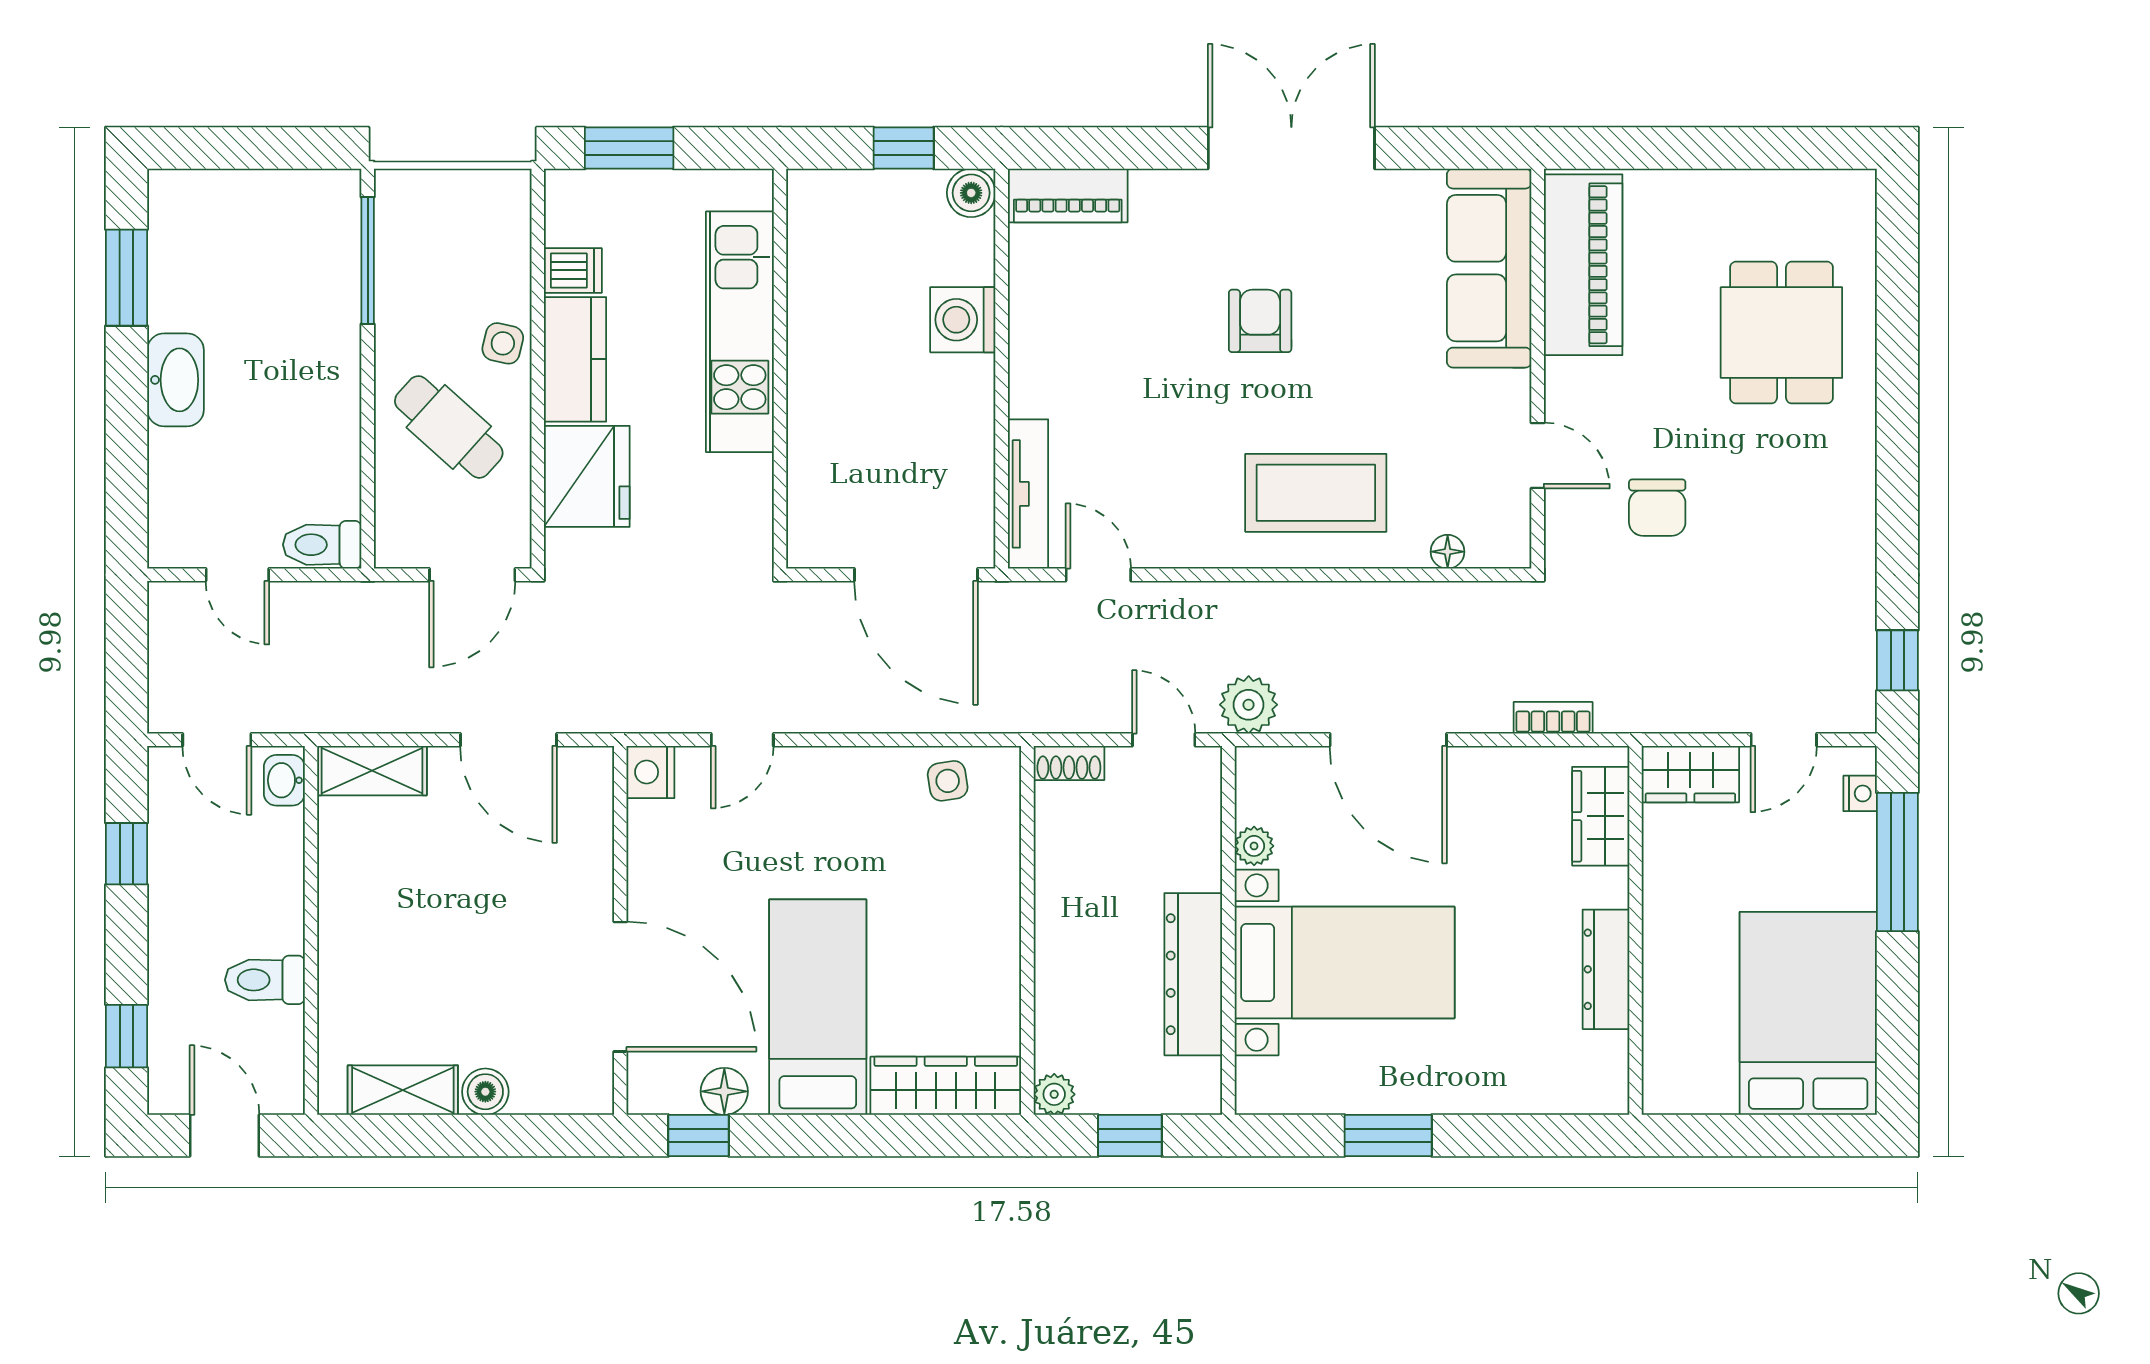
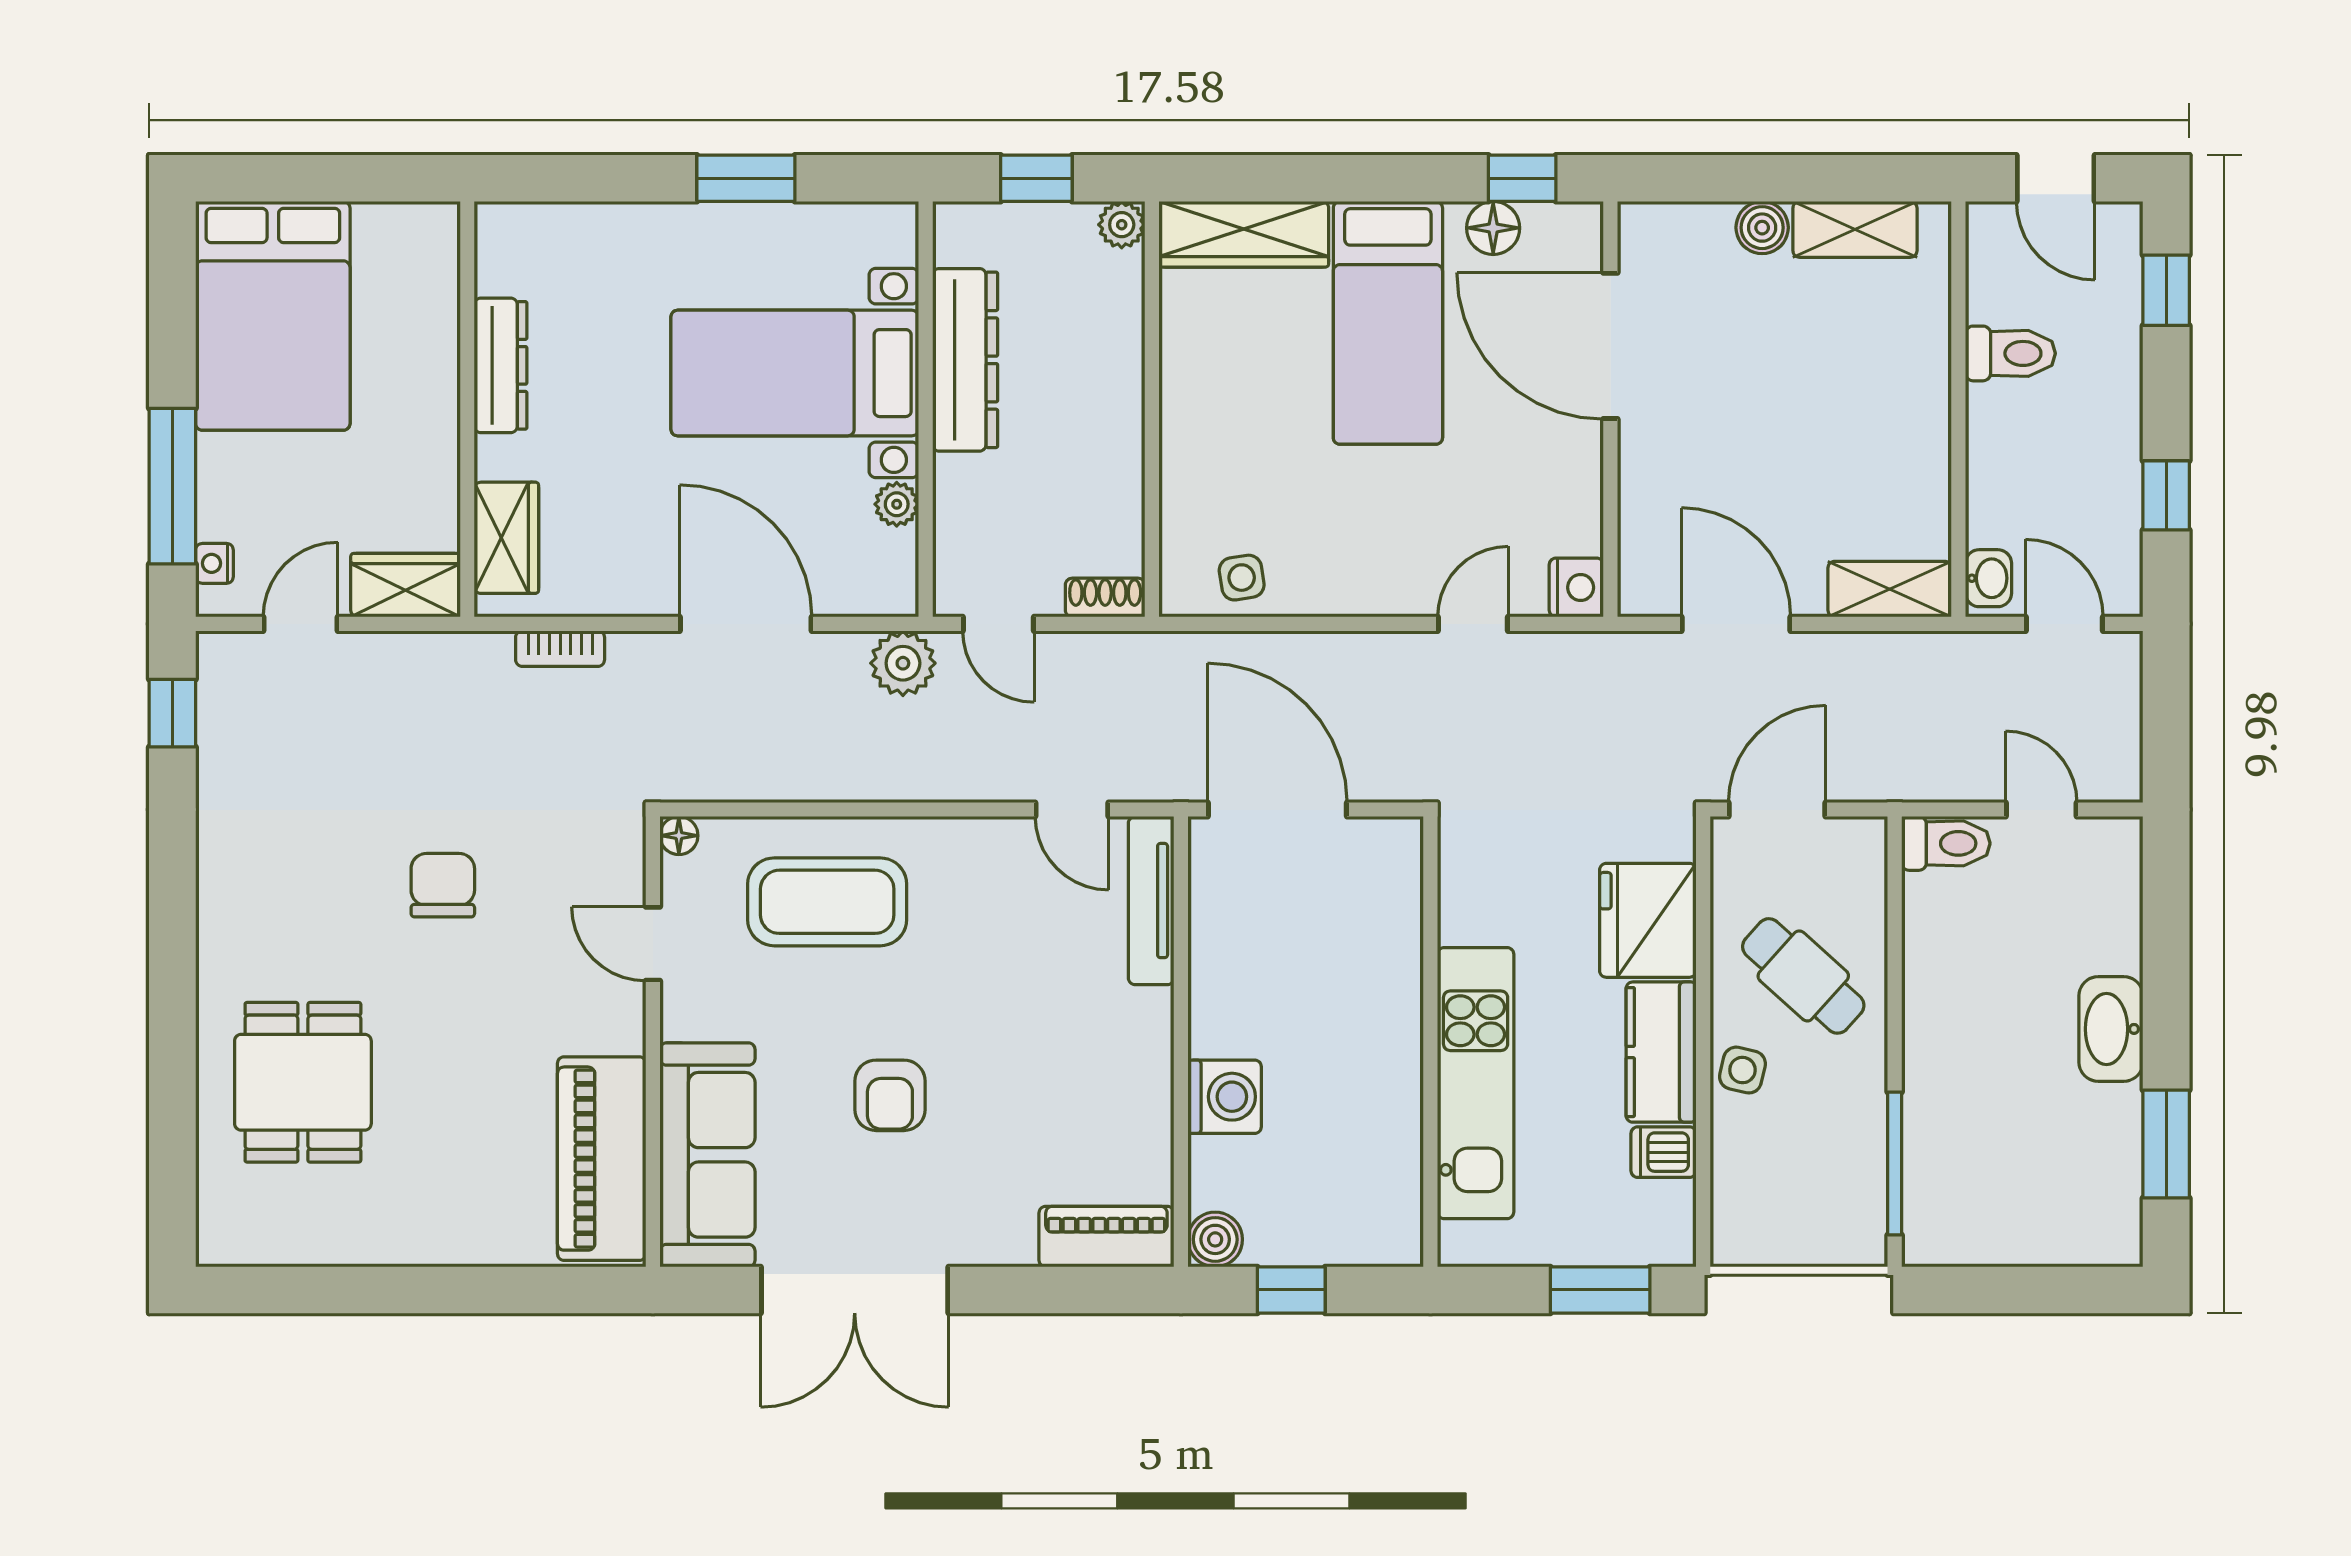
piano: (1583, 265) -> (602, 1159), moved
sofa: (1489, 268) -> (707, 1155), moved
wall: (1538, 369) -> (653, 1042), moved
door: (1538, 456) -> (653, 944), moved

